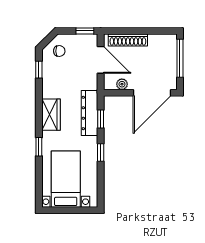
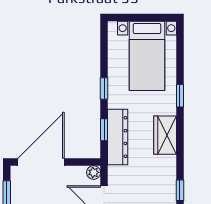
plant: (122, 84) -> (94, 172), moved

